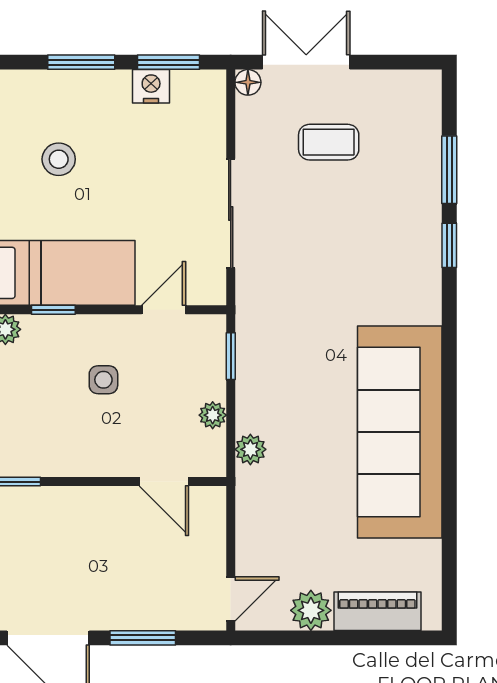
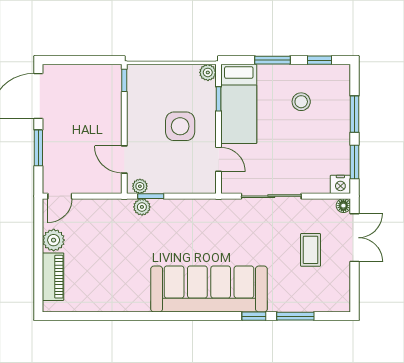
nightstand: (151, 86) -> (340, 184), moved, turned 90
window: (231, 356) -> (151, 196), moved
side table: (103, 380) -> (180, 126), width x1.87, depth x1.87
plant: (213, 415) -> (140, 186), moved
sofa: (400, 432) -> (209, 289), moved
door: (164, 482) -> (124, 159), hinge flipped
door: (231, 599) -> (60, 196), hinge flipped

